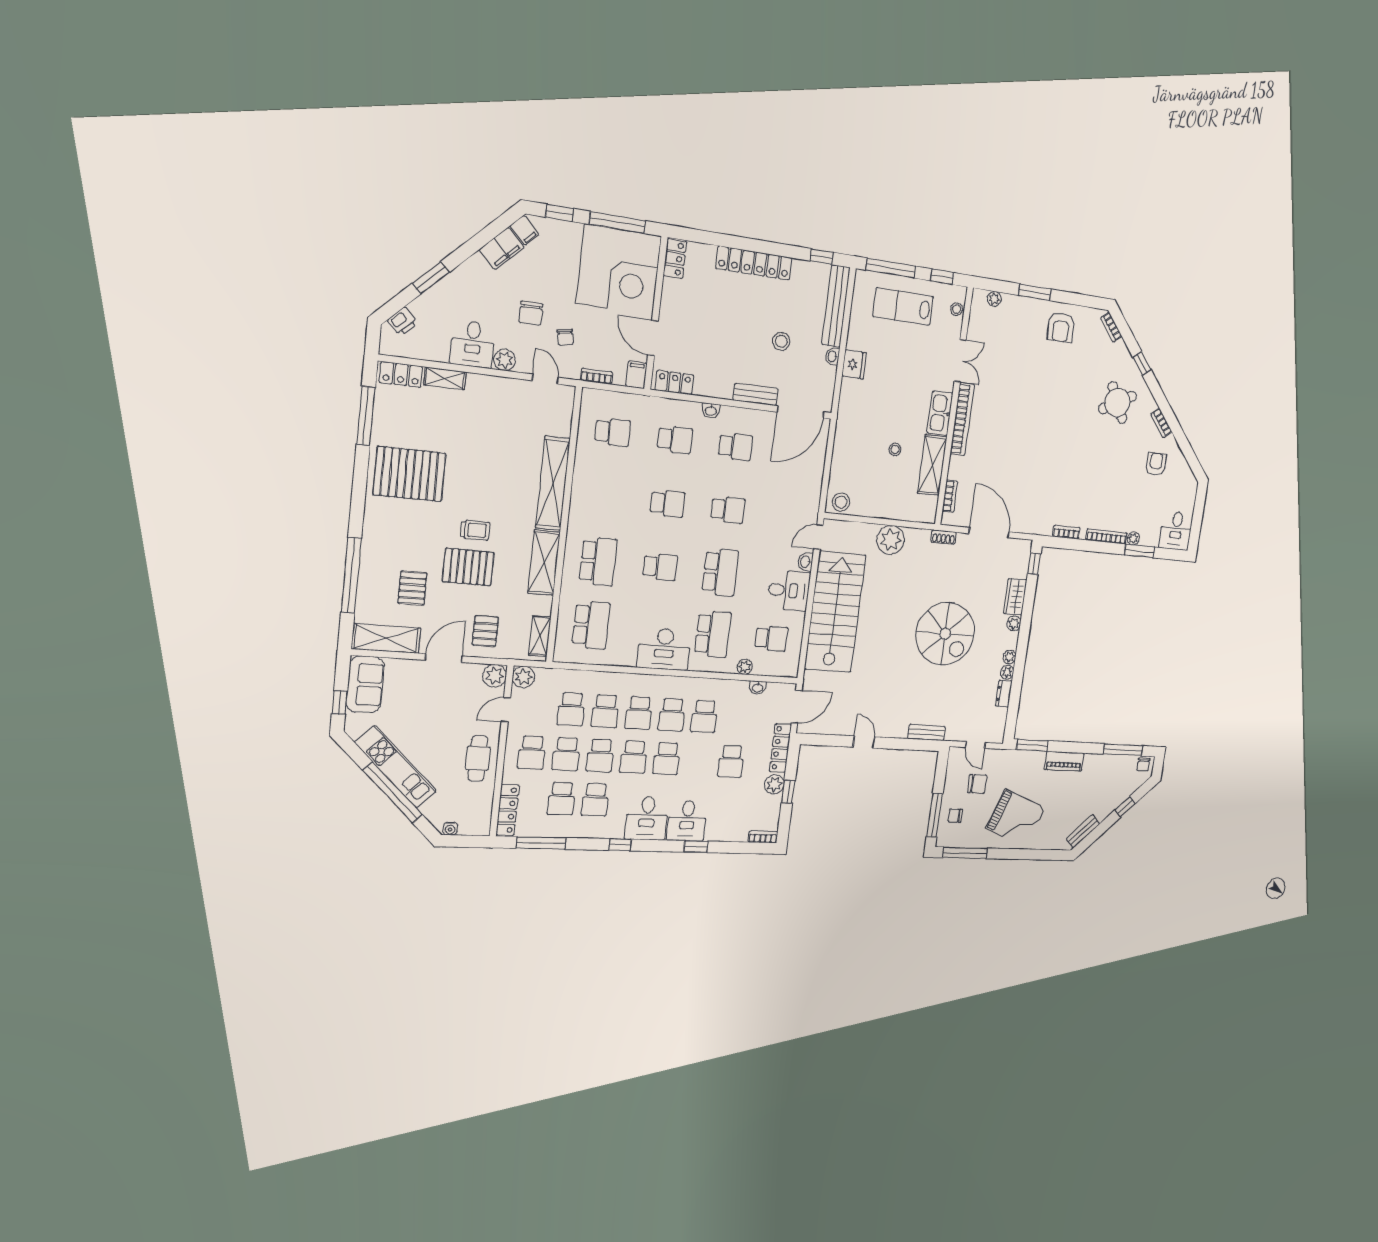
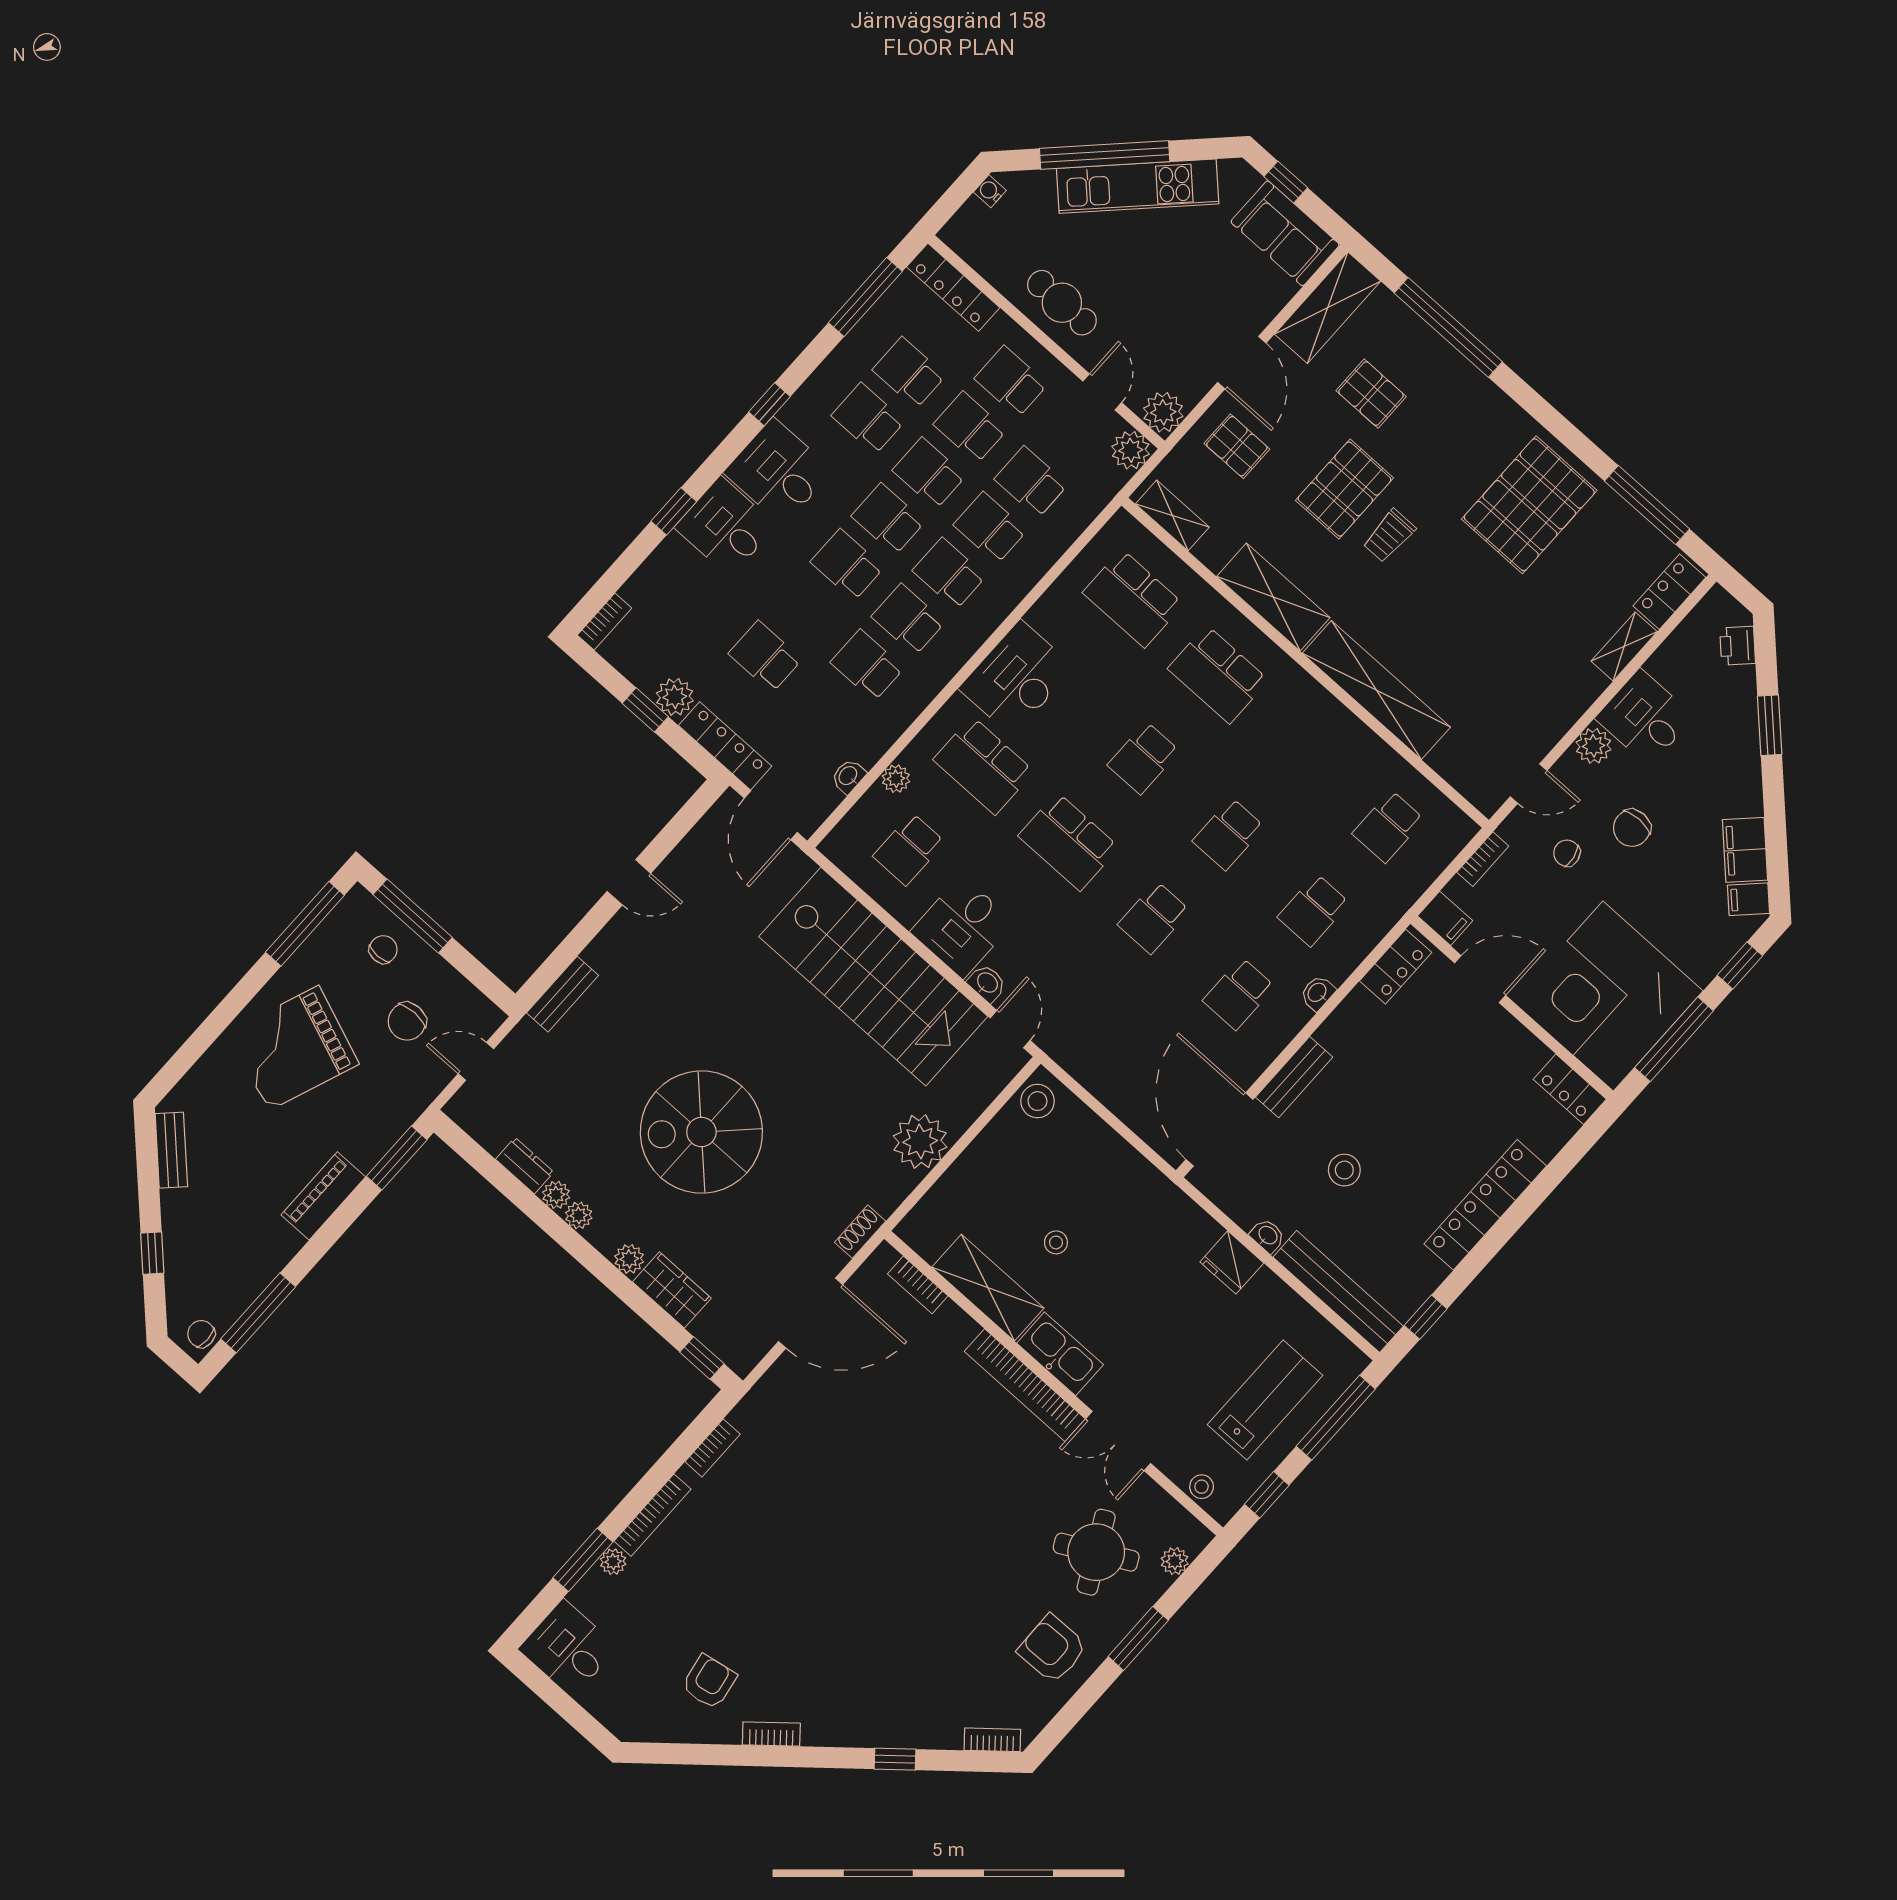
chair: (531, 313) -> (1632, 828), turned -90
round table: (1117, 402) -> (1096, 1552), moved
armchair: (1156, 464) -> (709, 1682), turned -100

